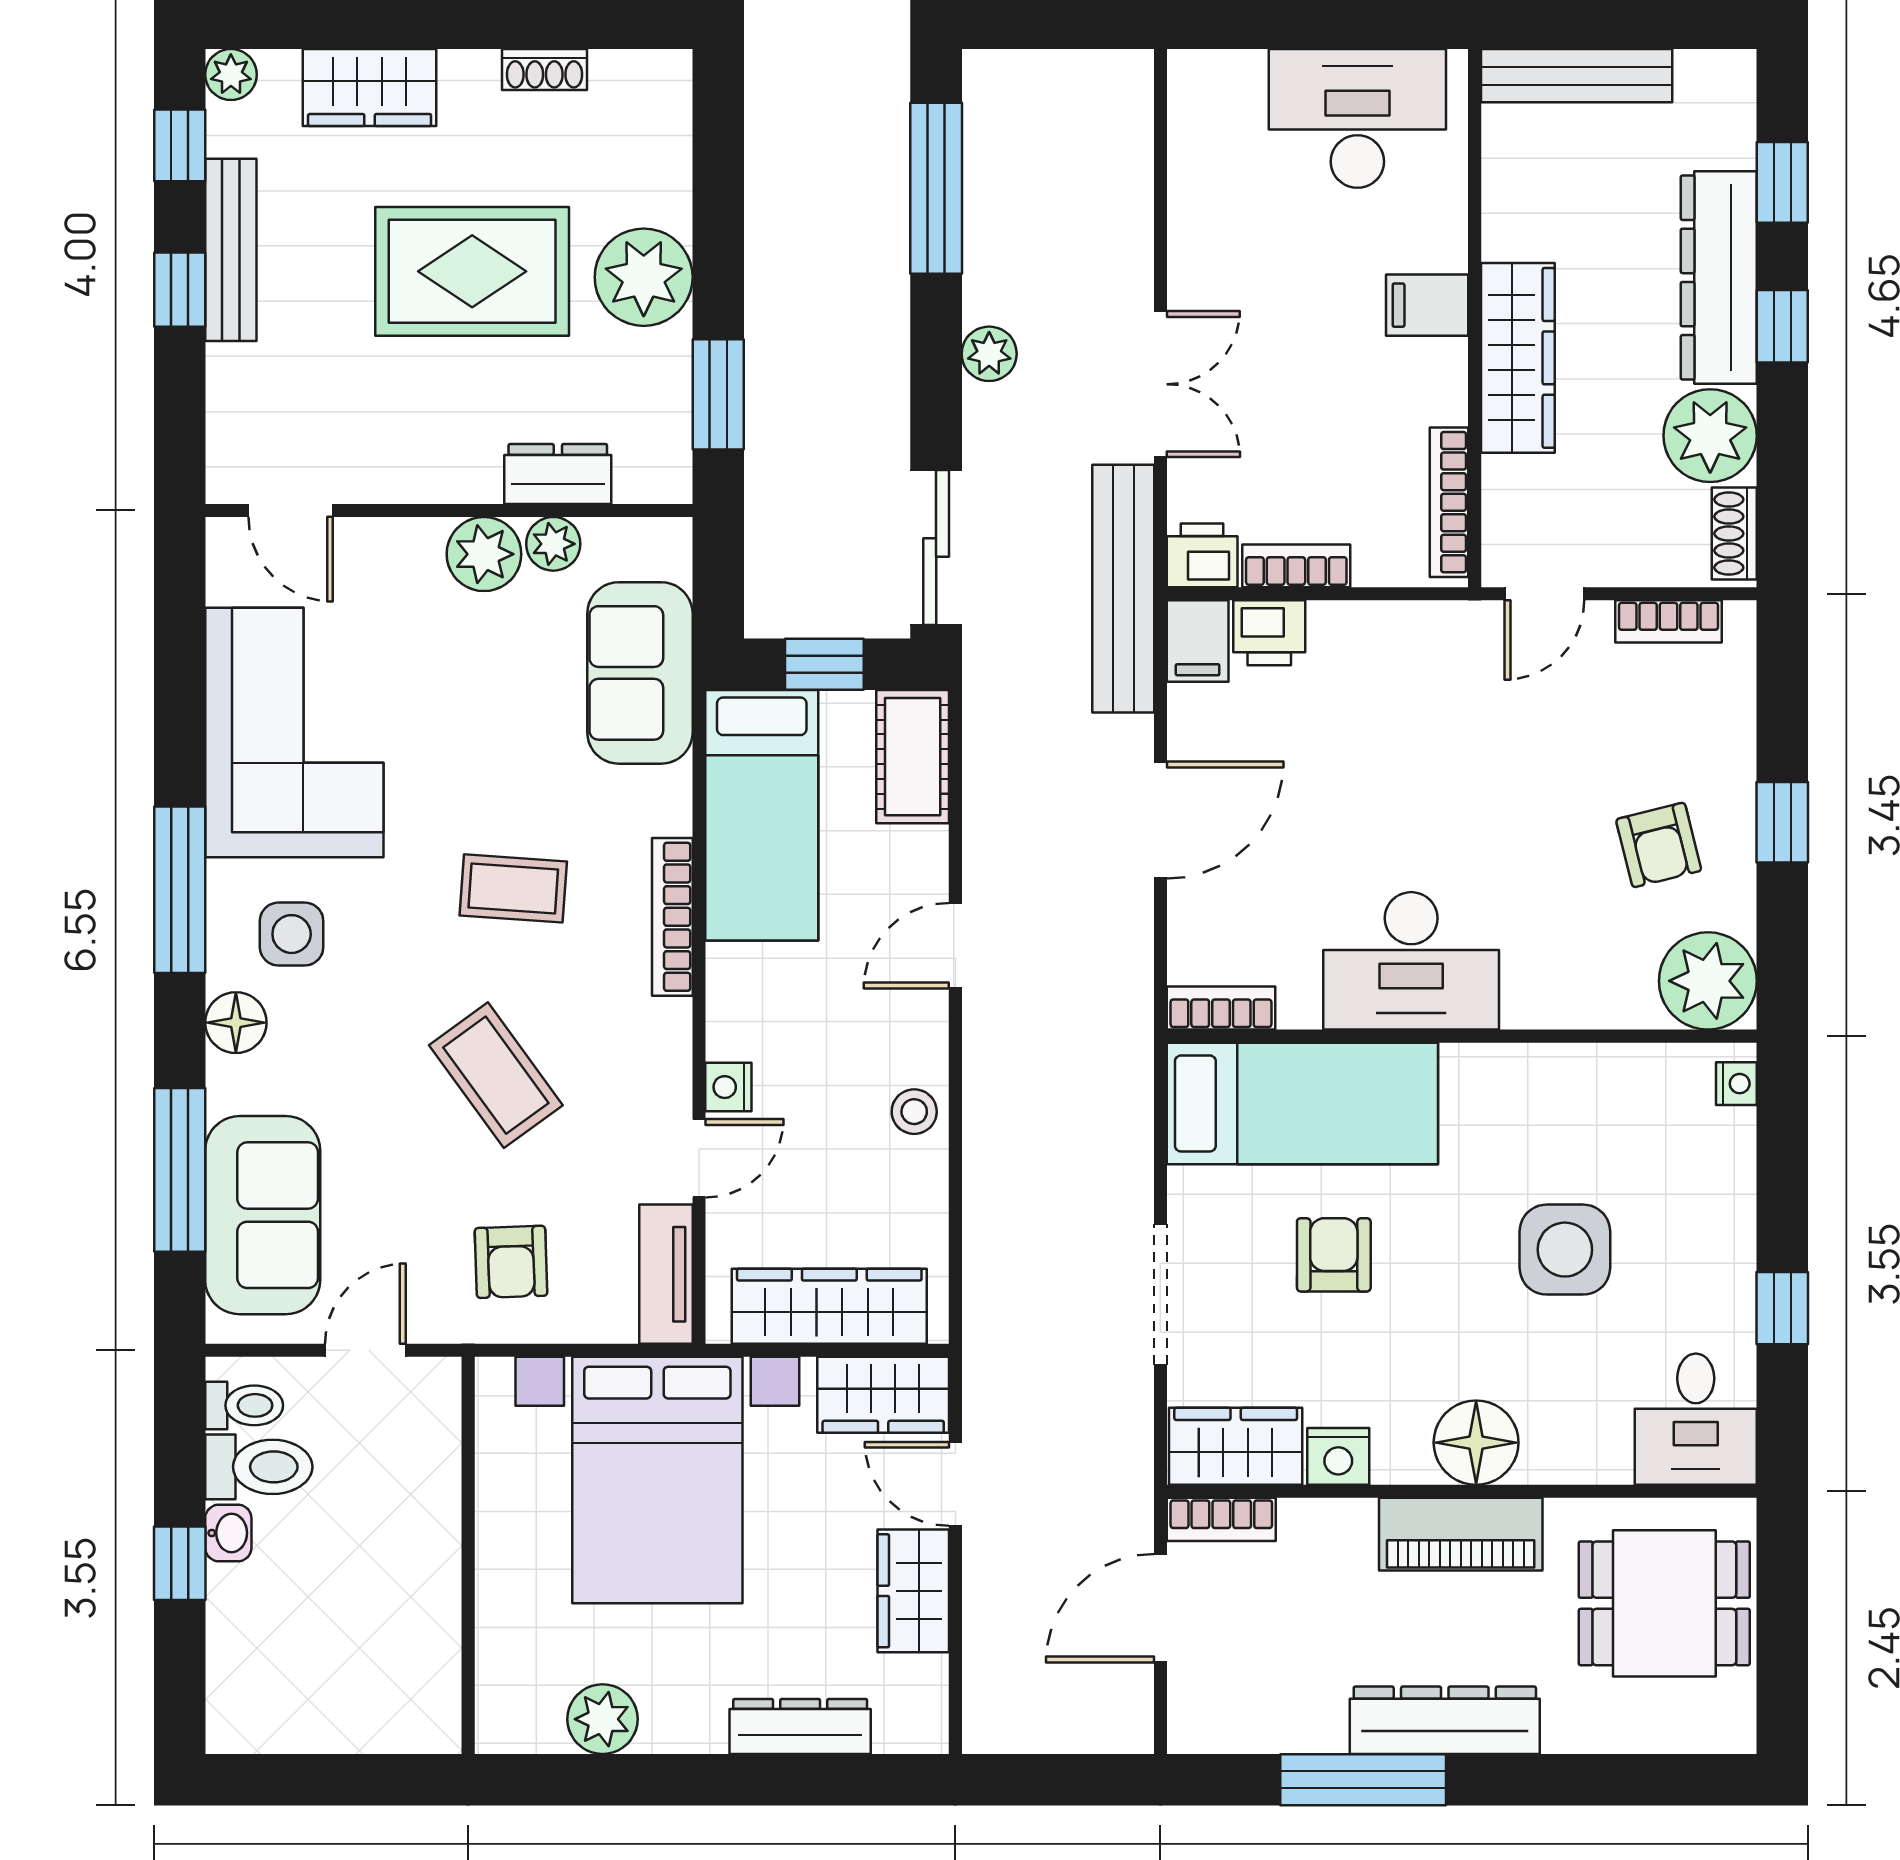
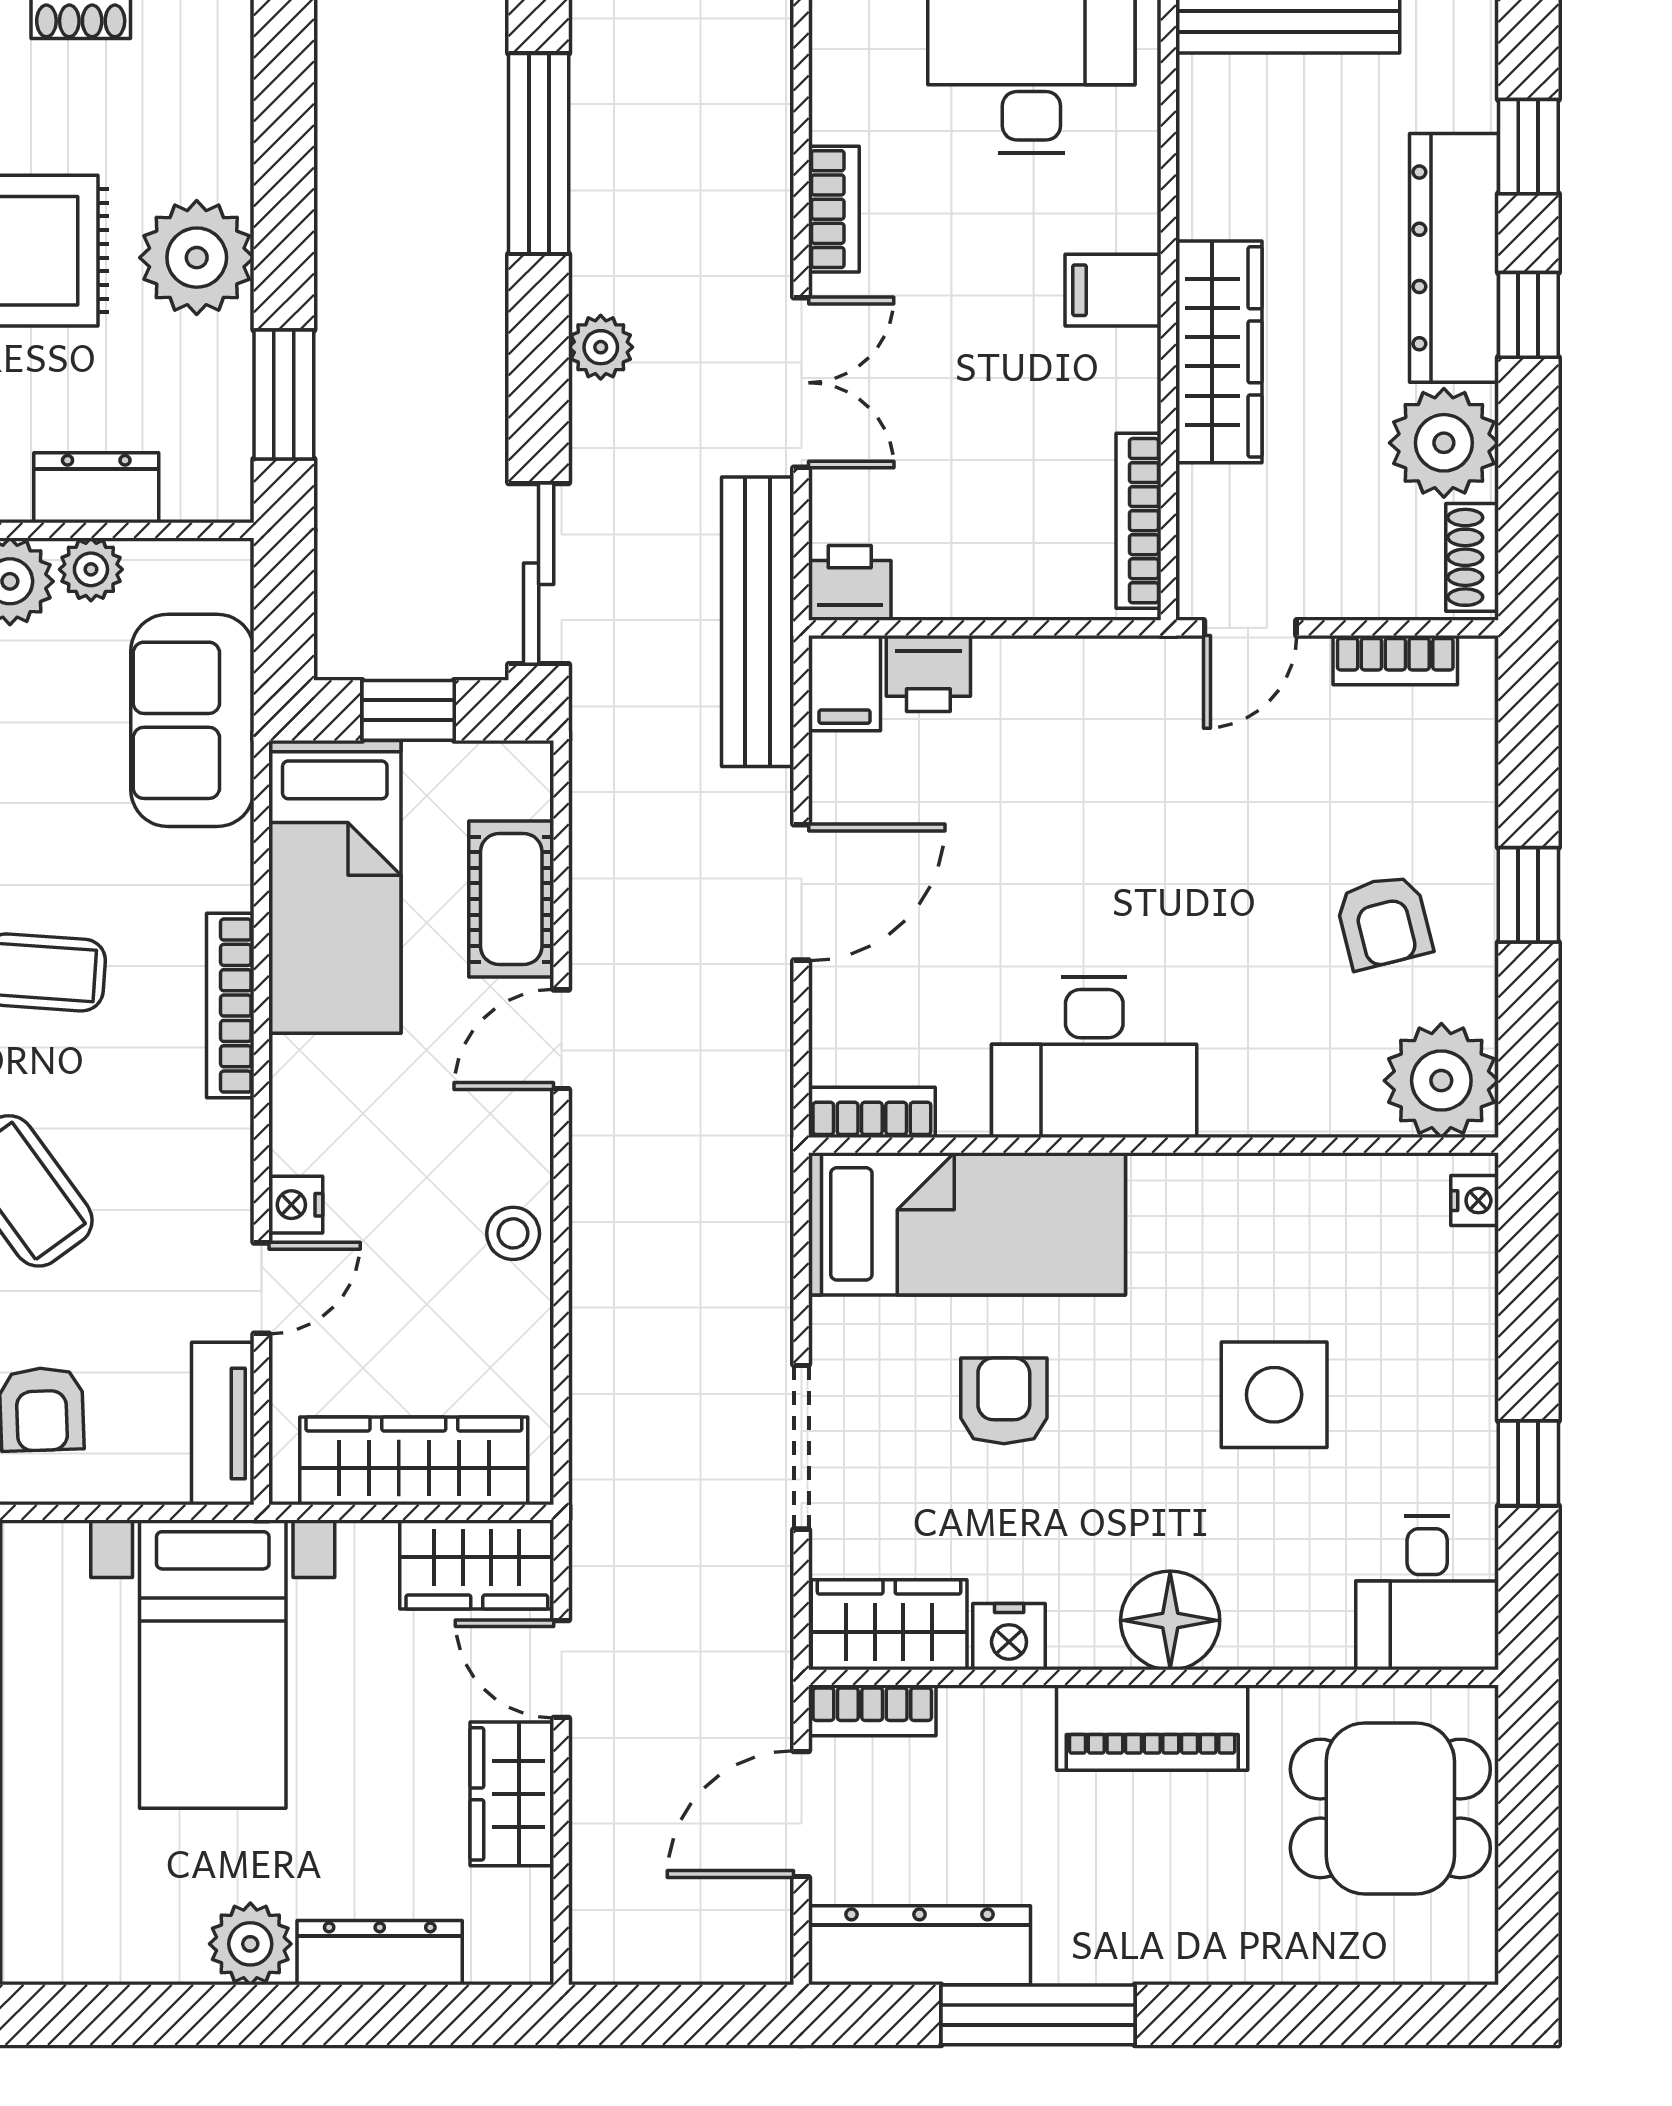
bookcase: (1296, 566) -> (834, 209), moved, turned 90
cot: (913, 757) -> (511, 899), moved
bed with nightstands: (657, 1480) -> (213, 1664), width x0.73
plant: (603, 1719) -> (250, 1944), moved
dresser: (1445, 1720) -> (920, 1945), moved

